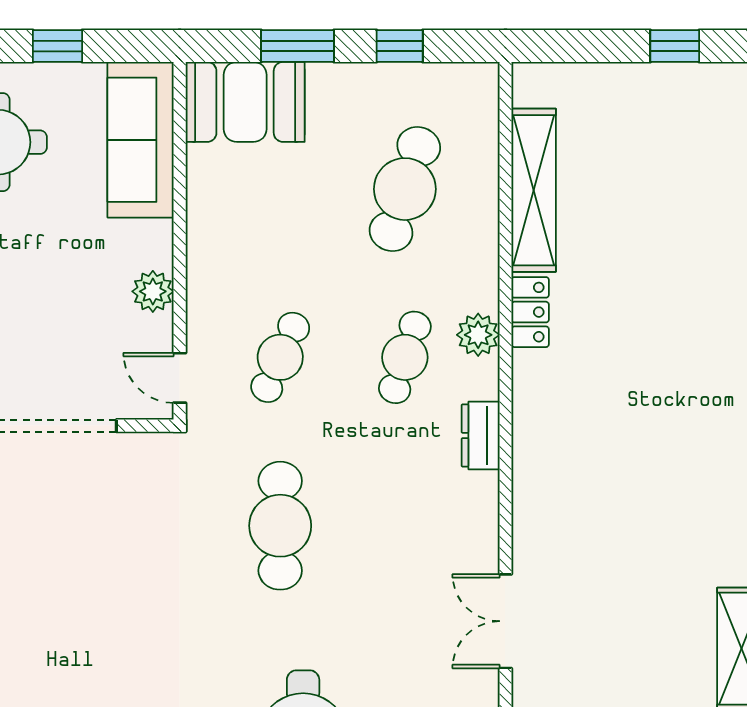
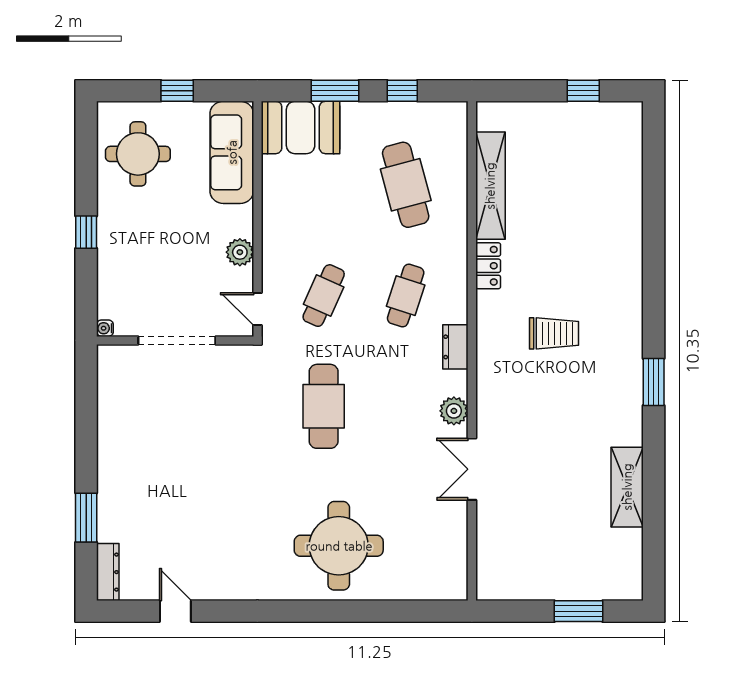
cafe table: (405, 189) -> (406, 185), turned -33
plant: (478, 335) -> (454, 411), moved
trolley: (630, 415) -> (554, 333), added

